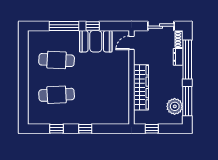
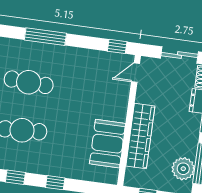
window: (93, 26) -> (117, 46), moved
booth: (96, 41) -> (107, 144), moved, turned 90

